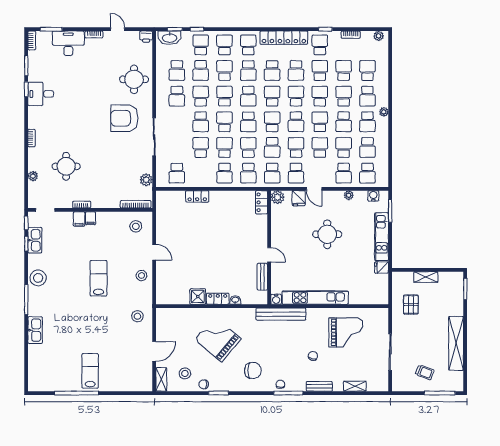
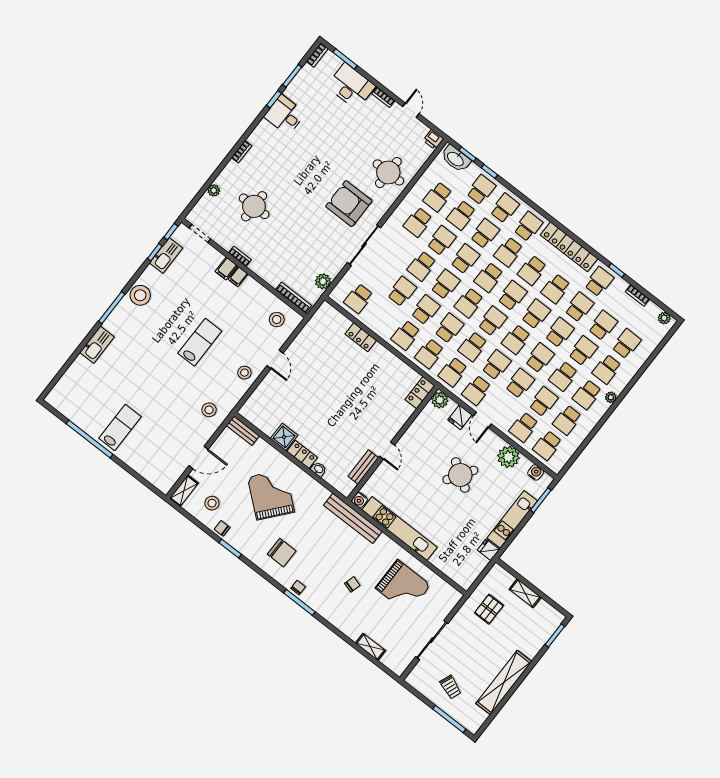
plant: (349, 195) -> (508, 457), width x1.88, depth x1.88
round table: (327, 234) -> (460, 475), turned 33
bench: (319, 386) -> (243, 431), moved

